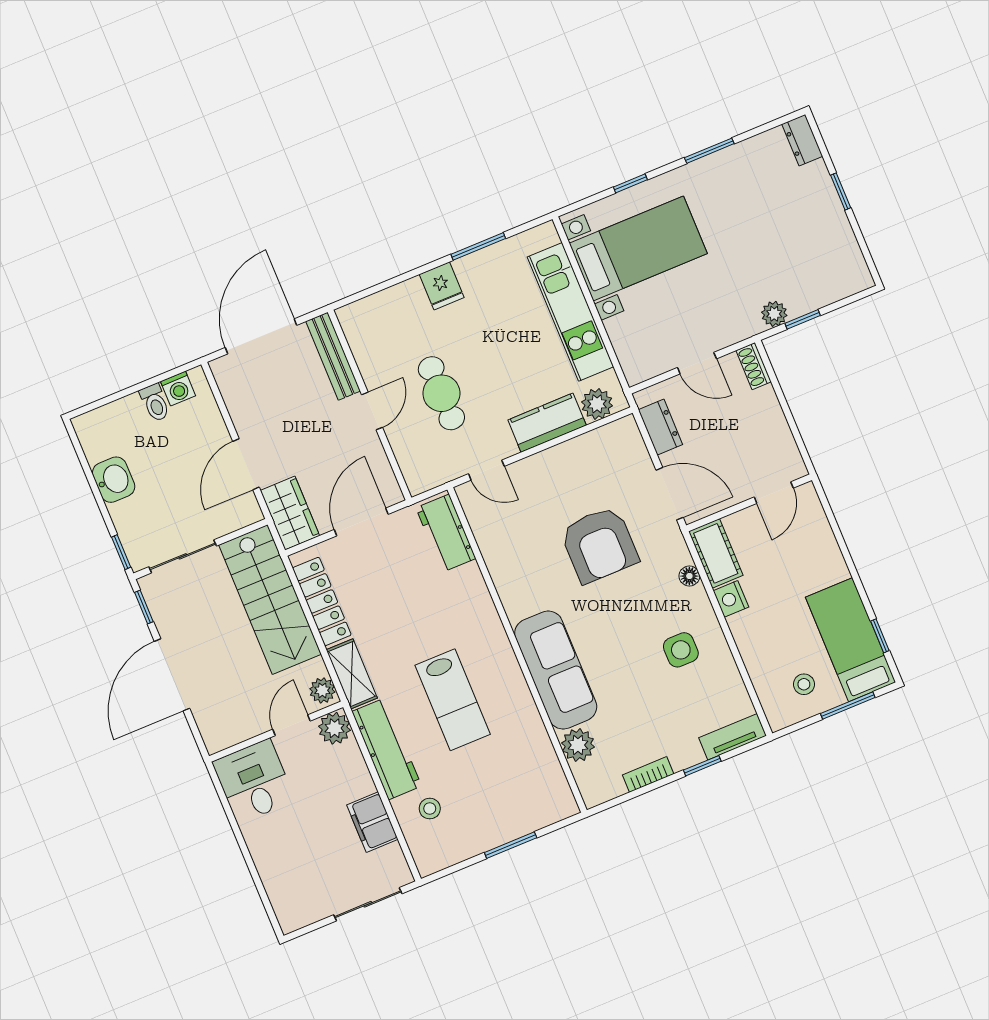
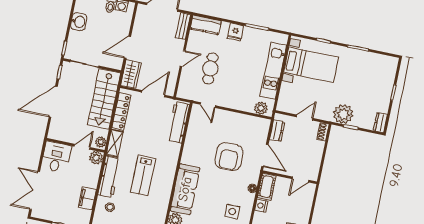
dresser: (802, 140) -> (380, 122), moved
plant: (774, 314) -> (343, 114), width x1.88, depth x1.88
bench: (333, 356) -> (183, 26), width x0.73
door: (697, 363) -> (304, 118), swing flipped
kitchen counter: (547, 423) -> (206, 25), moved, turned 180
workbench: (446, 533) -> (178, 122), width x1.38
double door: (256, 878) -> (35, 191), added

